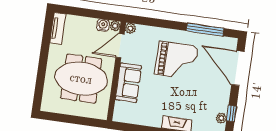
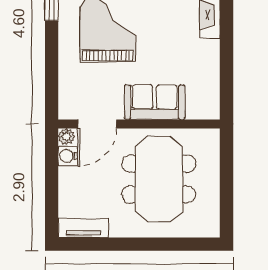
plant: (131, 28) -> (67, 111), removed
door: (120, 46) -> (97, 124), hinge flipped

